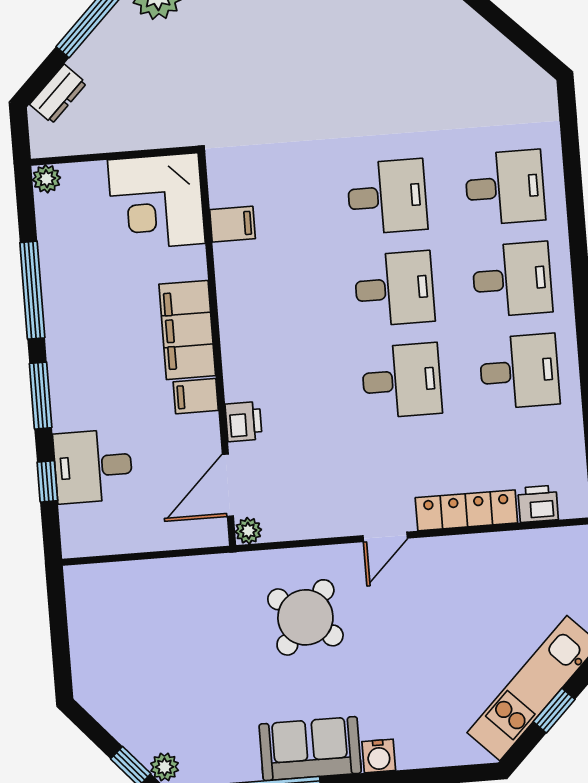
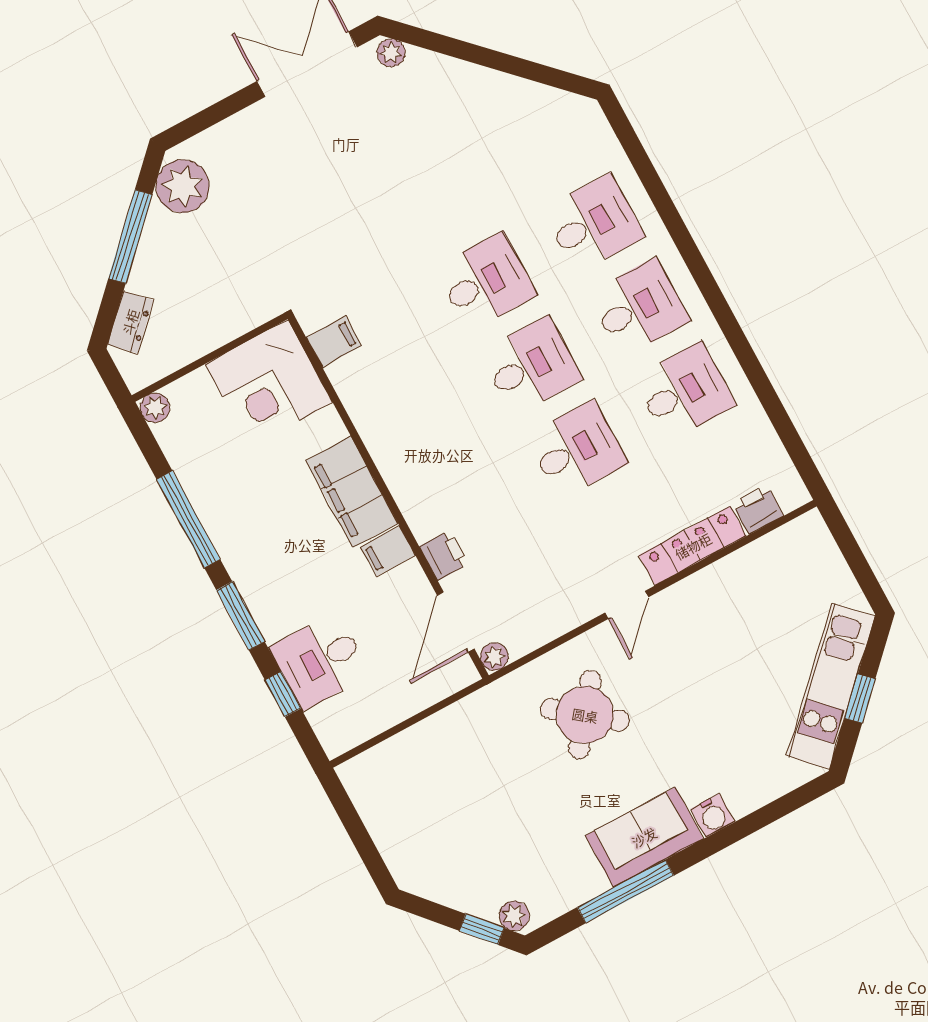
filing cabinet: (233, 224) -> (334, 342), moved

